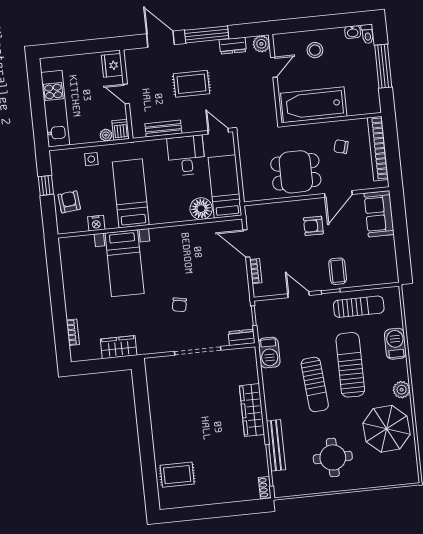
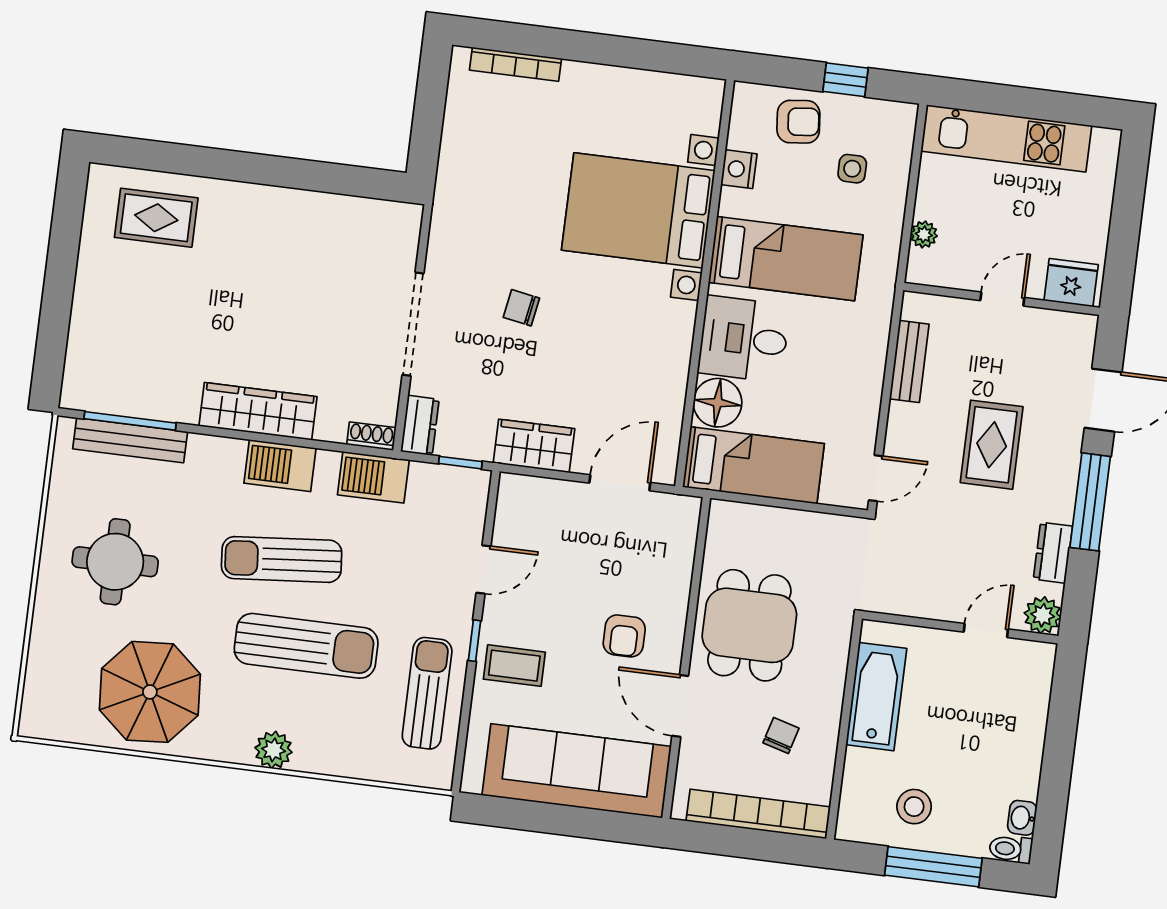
stool: (315, 50) -> (914, 807), moved
door: (274, 67) -> (986, 630), swing flipped
bathtub: (314, 105) -> (876, 697), width x0.73, depth x0.73
dishwasher: (121, 130) -> (928, 269), removed
desk: (186, 155) -> (744, 339), moved, turned 180
side table: (91, 159) -> (852, 169), moved
sofa: (379, 214) -> (577, 771), width x1.85, depth x1.27
armchair: (313, 226) -> (624, 636), turned 180
bed with nightstands: (125, 263) -> (638, 210), width x1.36
bookcase: (256, 271) -> (555, 489), removed
sun lounger: (359, 307) -> (427, 693), turned 180
bookcase: (73, 332) -> (515, 64), width x1.56
barbecue: (395, 344) -> (280, 466), moved, turned 180
wardrobe: (119, 347) -> (534, 446), moved, turned -90
plant: (402, 390) -> (274, 750), moved
bench: (276, 445) -> (130, 440), moved
rug: (177, 475) -> (156, 218), turned 90
shoe rack: (265, 487) -> (371, 436), moved

